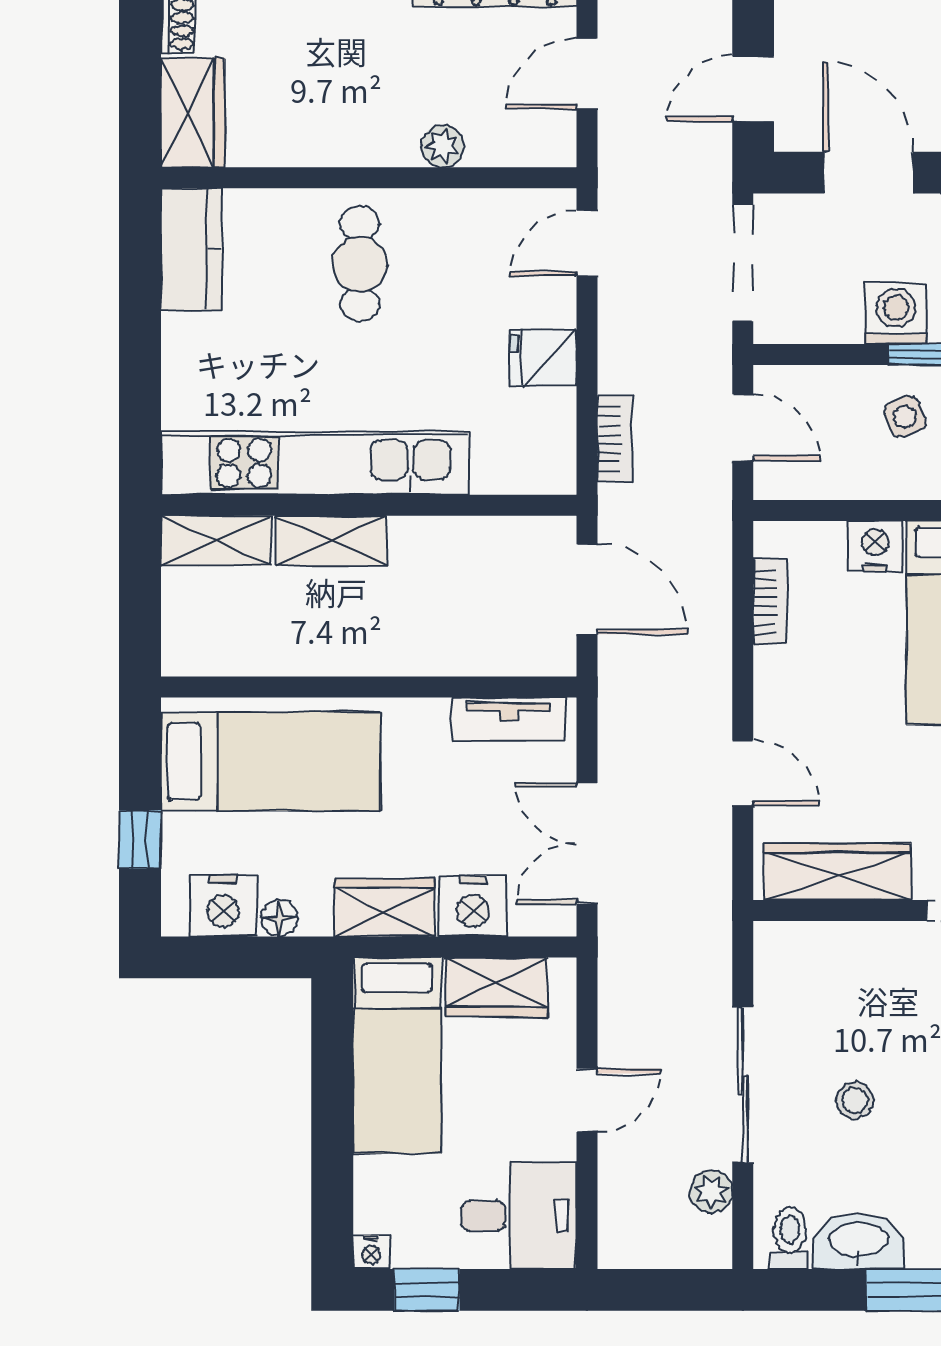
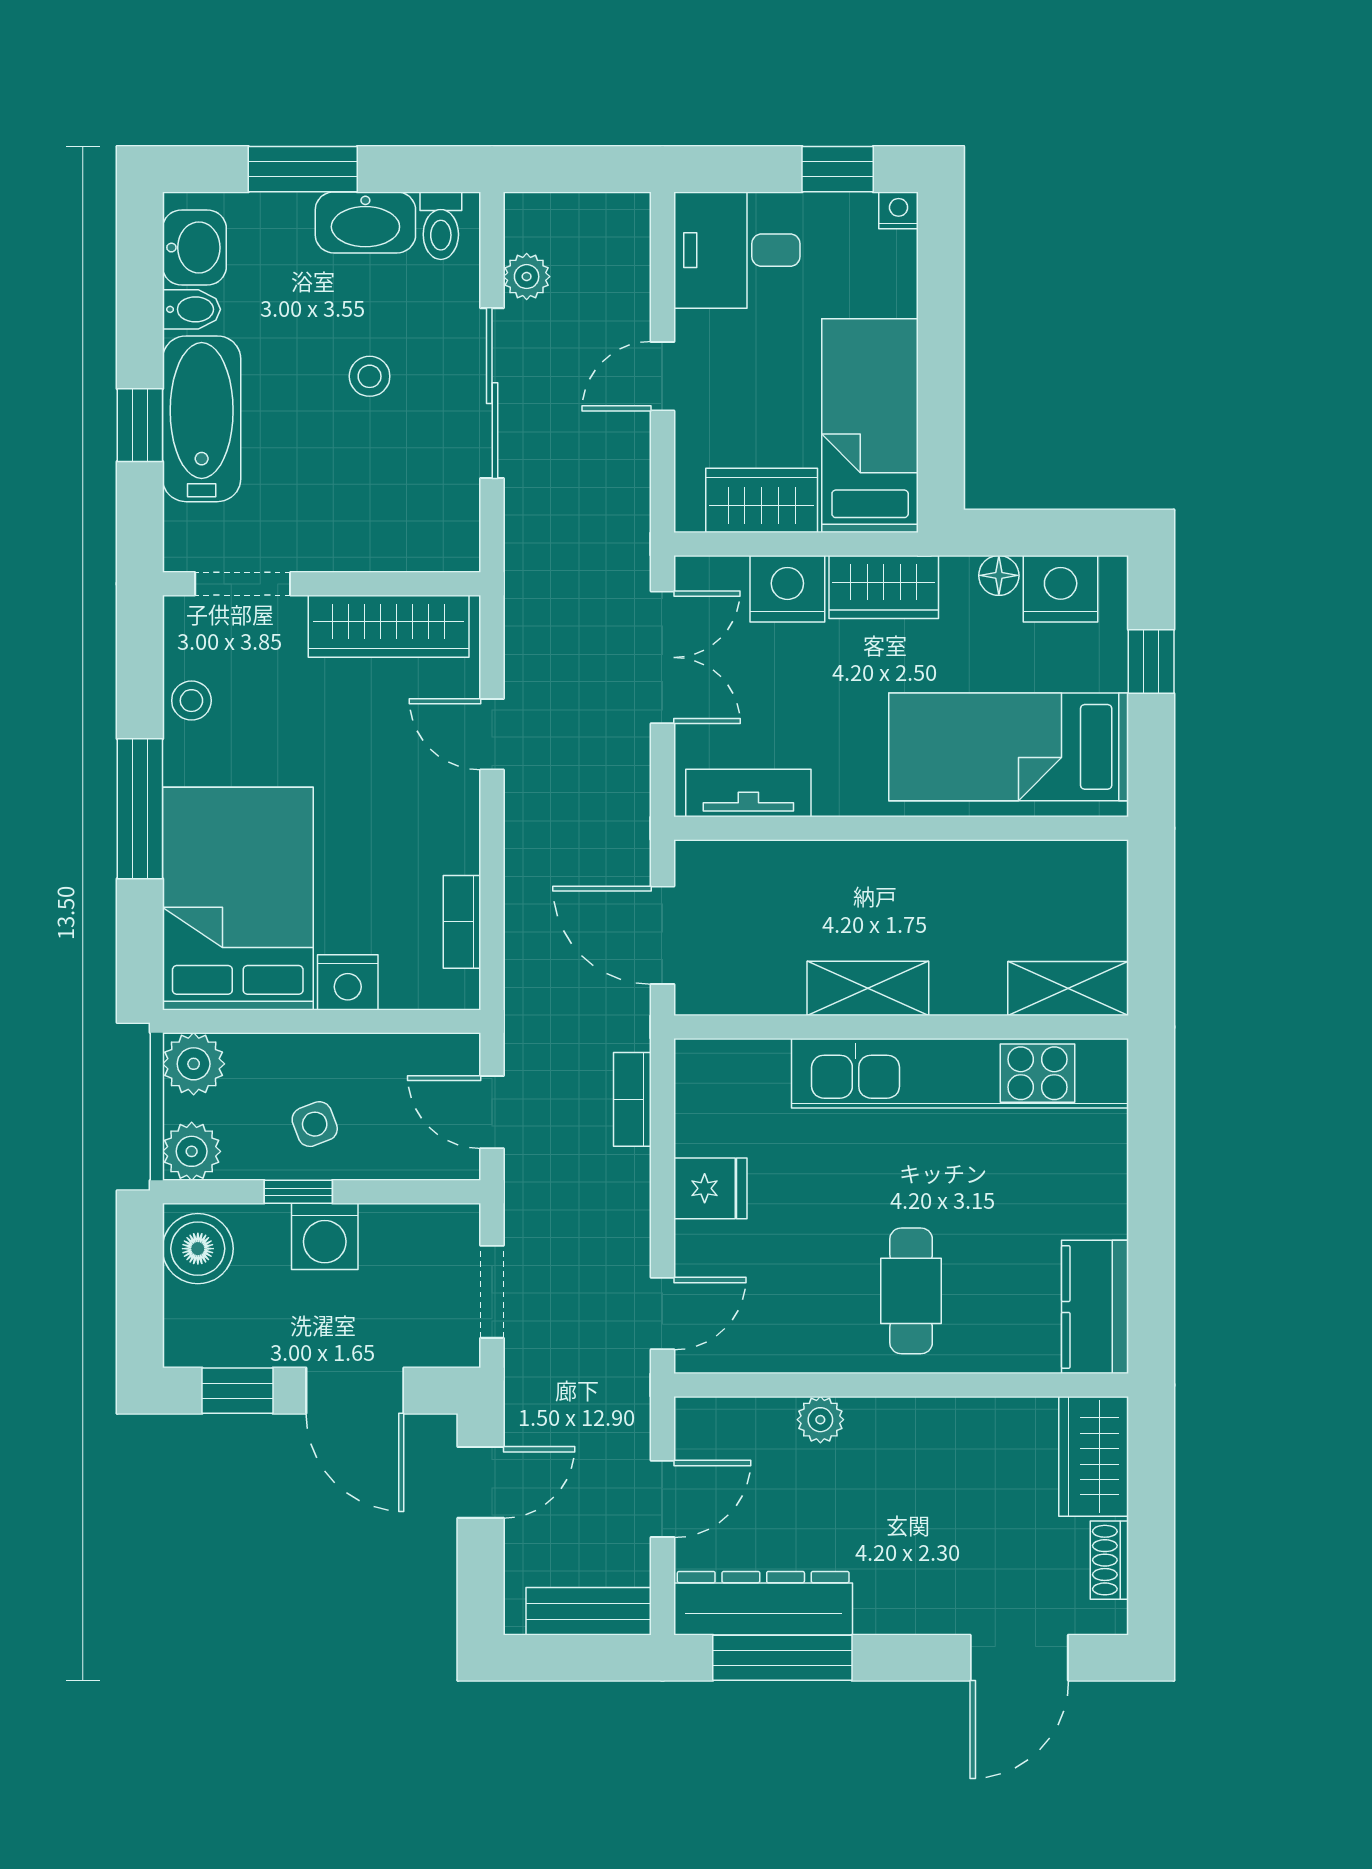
doorway: (743, 263) -> (492, 1292), width x0.73
shelving: (331, 541) -> (868, 988), moved

